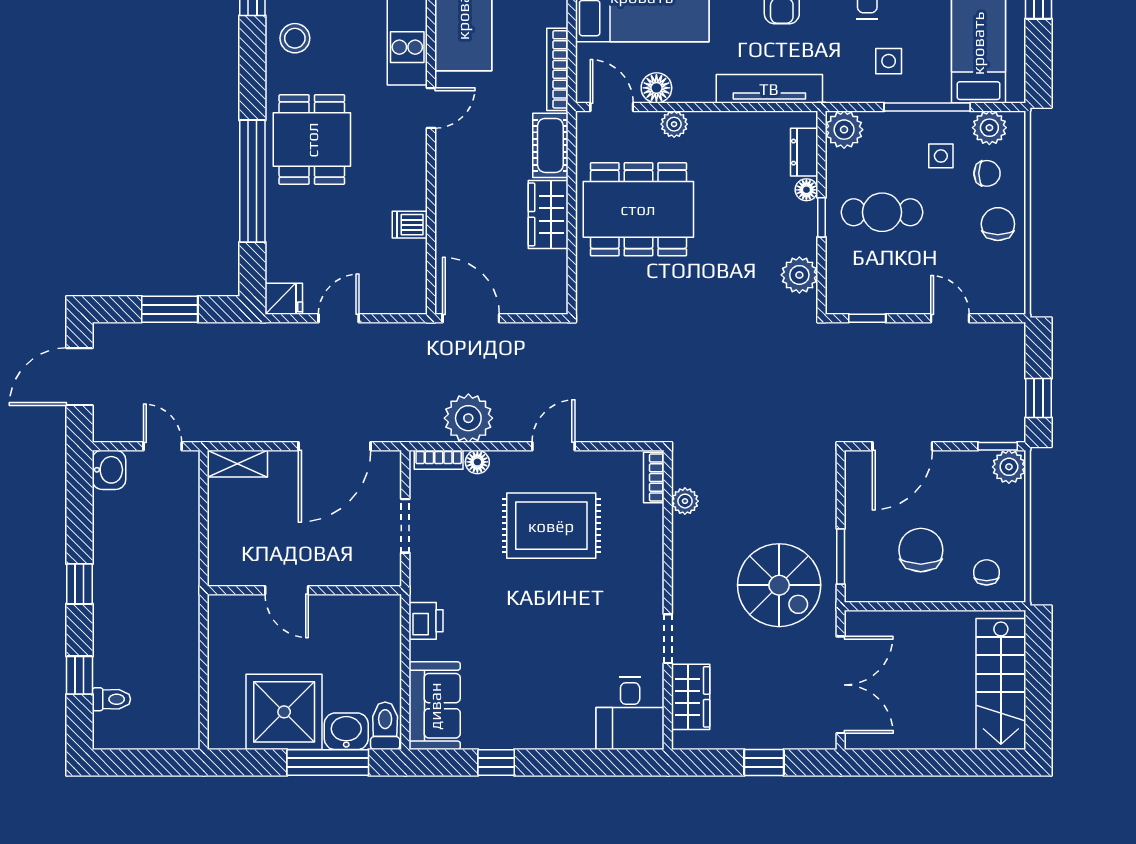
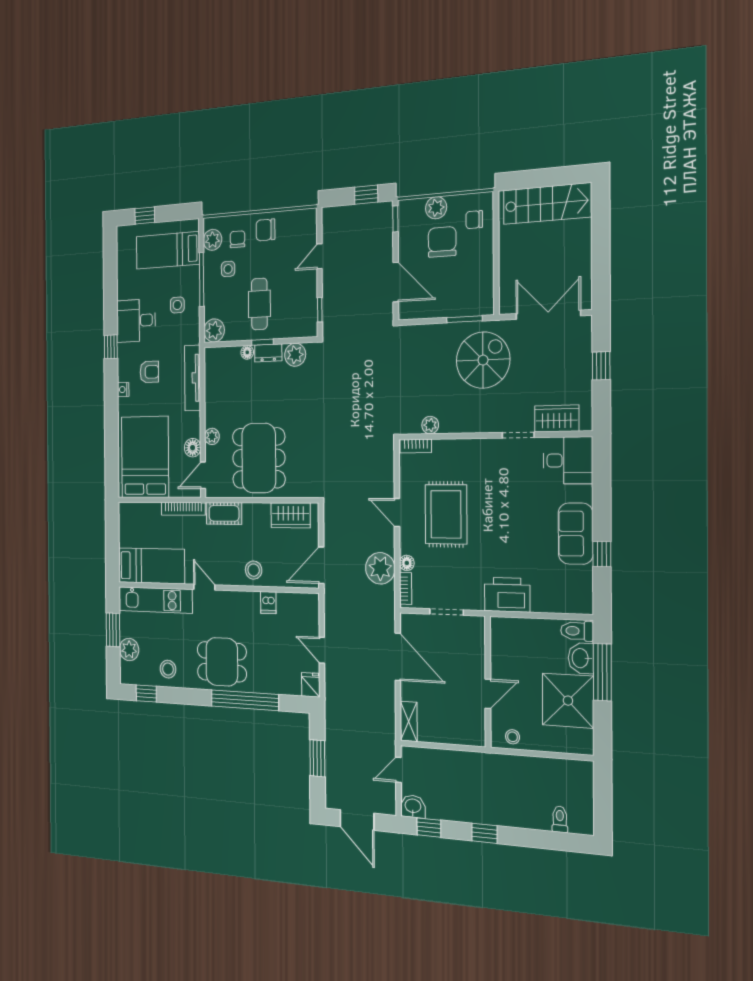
dresser: (804, 152) -> (268, 353), moved
stool: (461, 199) -> (254, 570), added
wardrobe: (548, 214) -> (291, 515), moved
plant: (1009, 467) -> (436, 208), moved
chair: (921, 550) -> (442, 242), moved, turned 90
printer: (426, 621) -> (507, 595), width x1.87, depth x1.48
stool: (226, 628) -> (513, 737), added
window: (79, 675) -> (429, 828), moved
sofa: (435, 706) -> (576, 534), moved, turned -90

